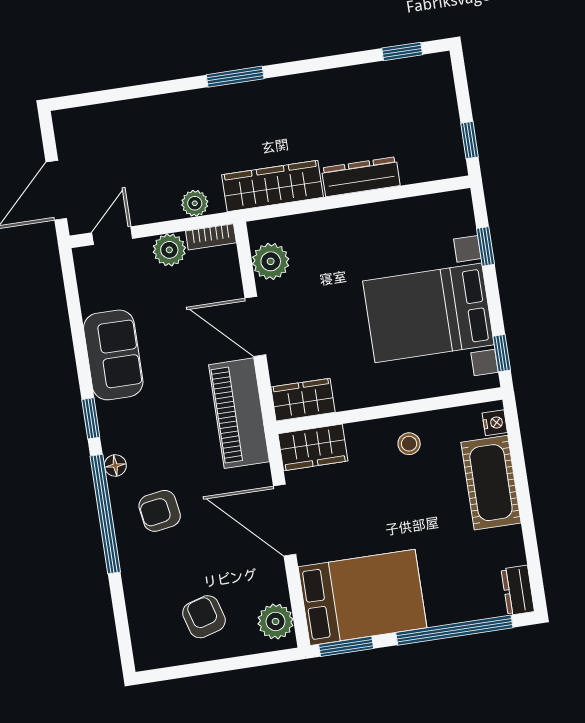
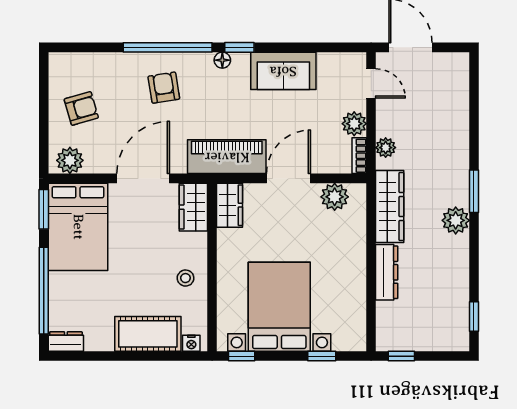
plant: (278, 95) -> (456, 220), added
floor lamp: (115, 465) -> (222, 60), moved

